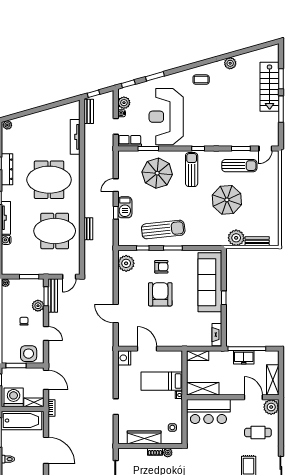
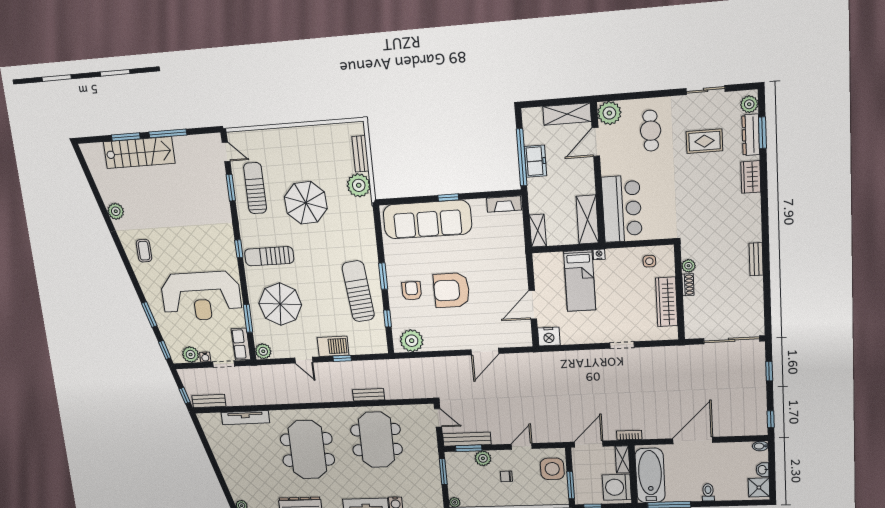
plant: (124, 156) -> (263, 351), added

